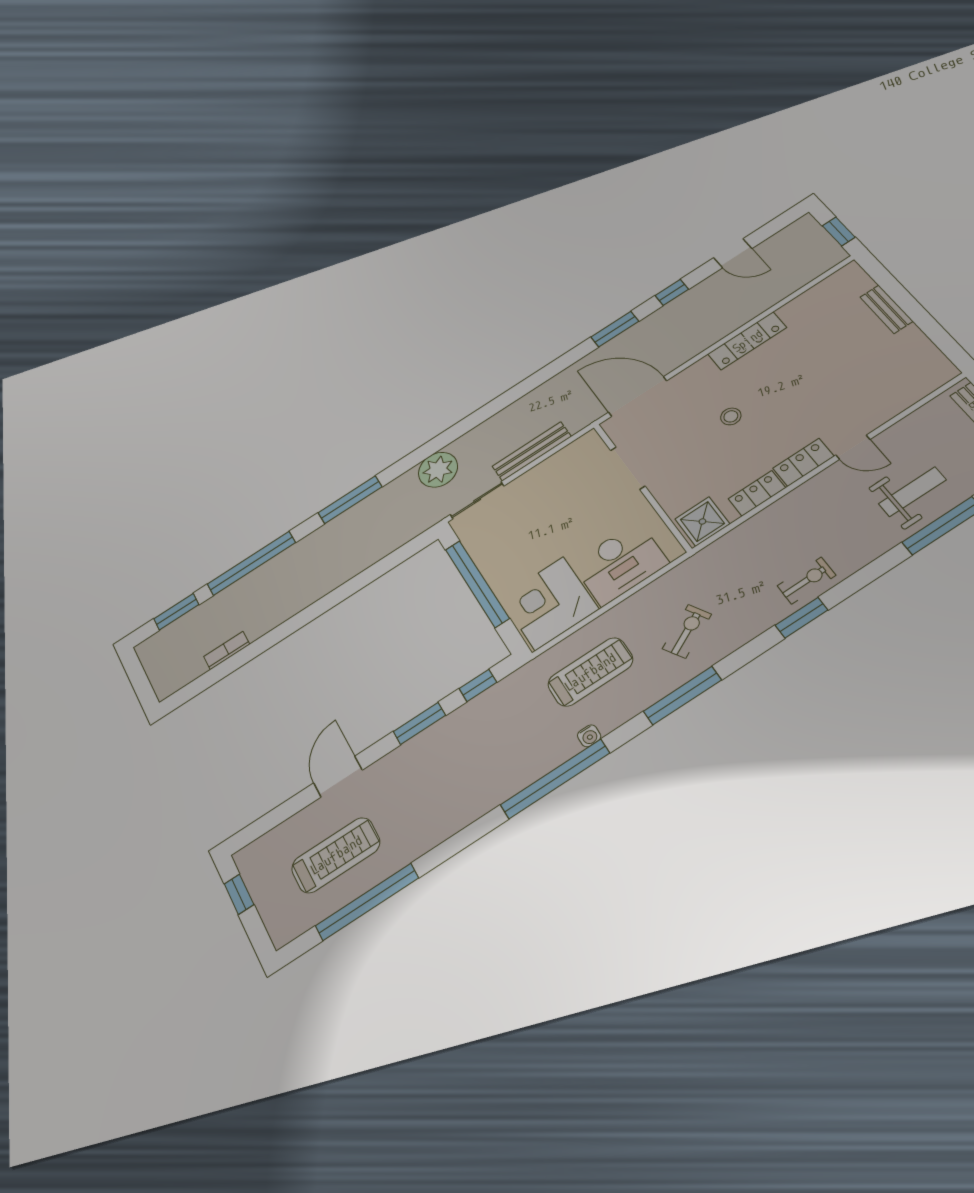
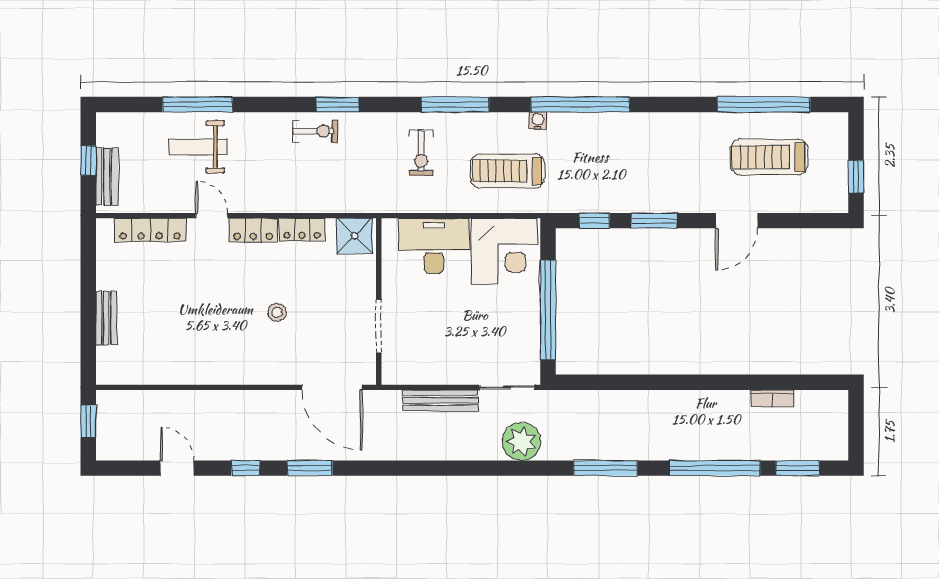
locker: (747, 341) -> (150, 230), moved, turned 180
exercise bike: (806, 581) -> (315, 131), turned 180
exercise bike: (687, 631) -> (421, 153), turned -61

